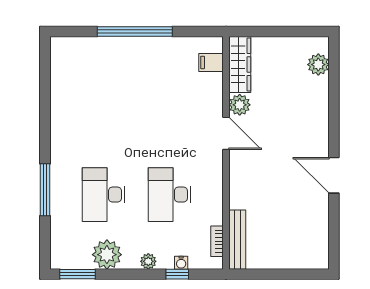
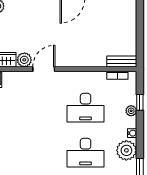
bench: (237, 240) -> (122, 61), width x0.73
plant: (148, 261) -> (131, 111), moved
water cooler: (181, 263) -> (132, 133), moved

